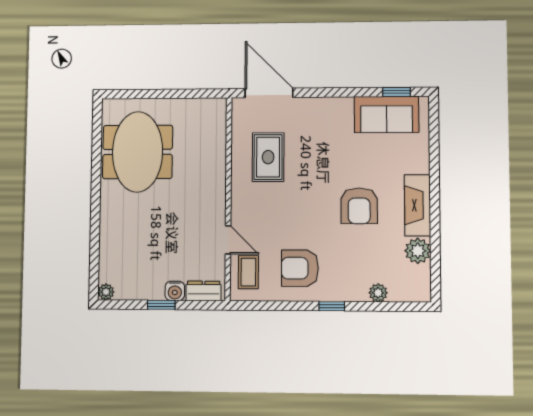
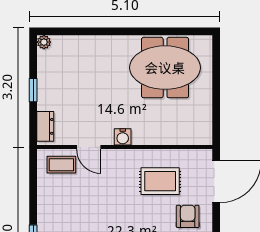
door: (228, 240) -> (89, 147), hinge flipped
armchair: (300, 268) -> (188, 216), moved, width x0.72, depth x0.72
water cooler: (175, 291) -> (123, 137), moved, turned -90

